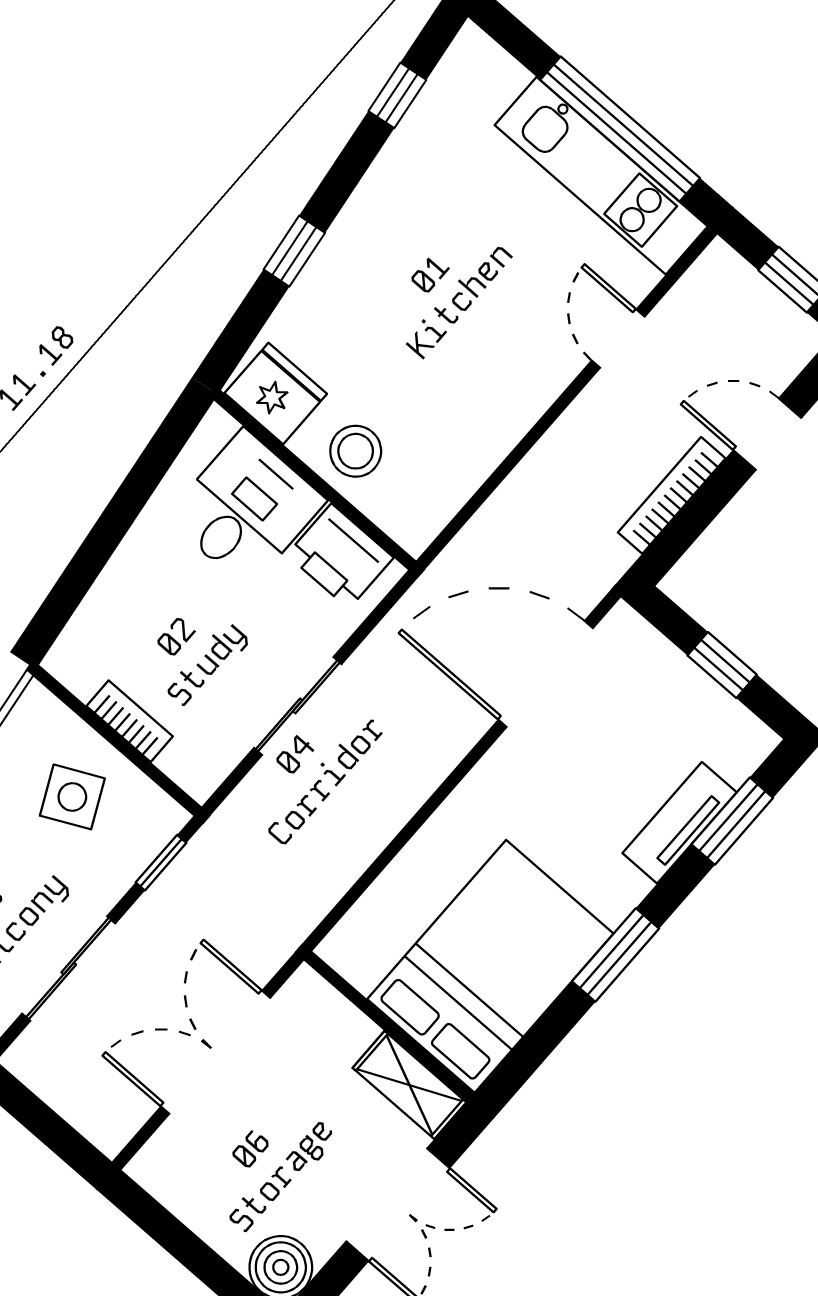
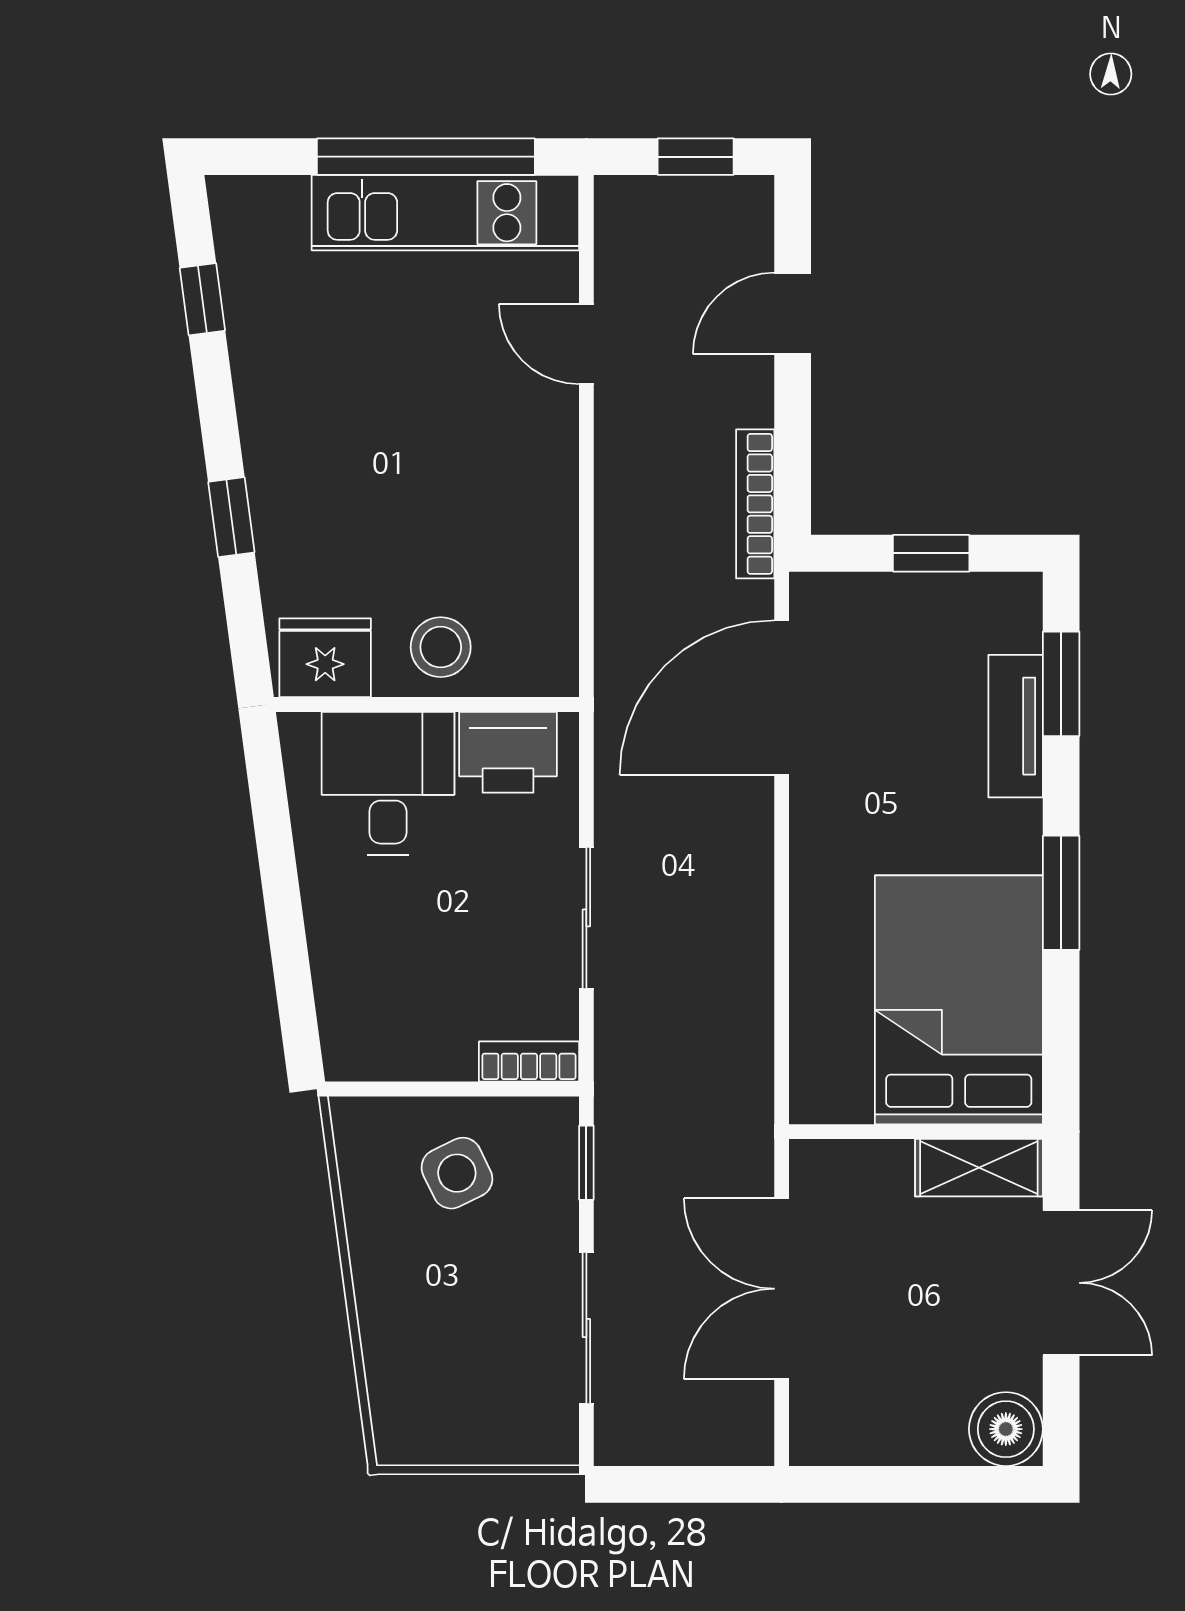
bookcase: (672, 495) -> (755, 504), moved
bookcase: (130, 721) -> (529, 1062), moved

